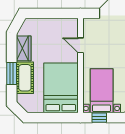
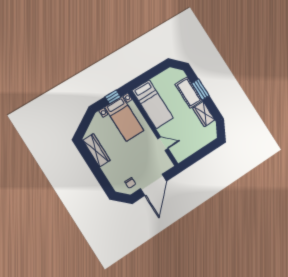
bed: (61, 88) -> (153, 104), width x0.67

